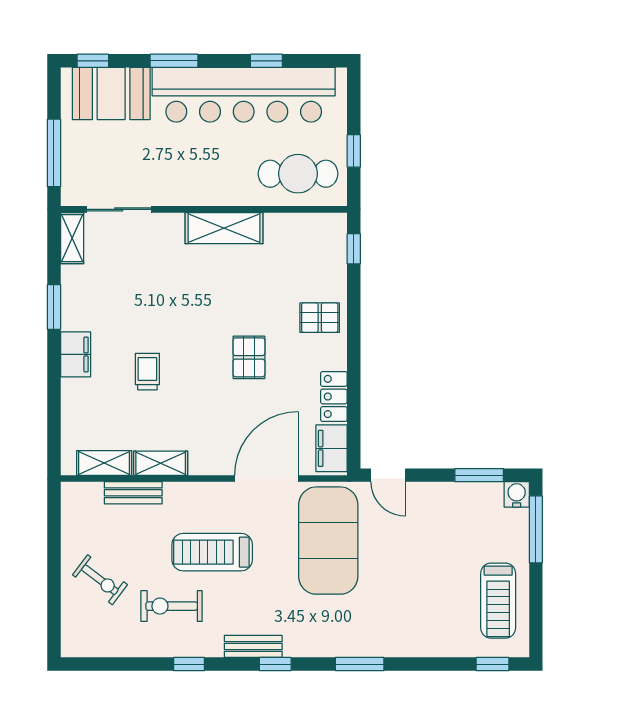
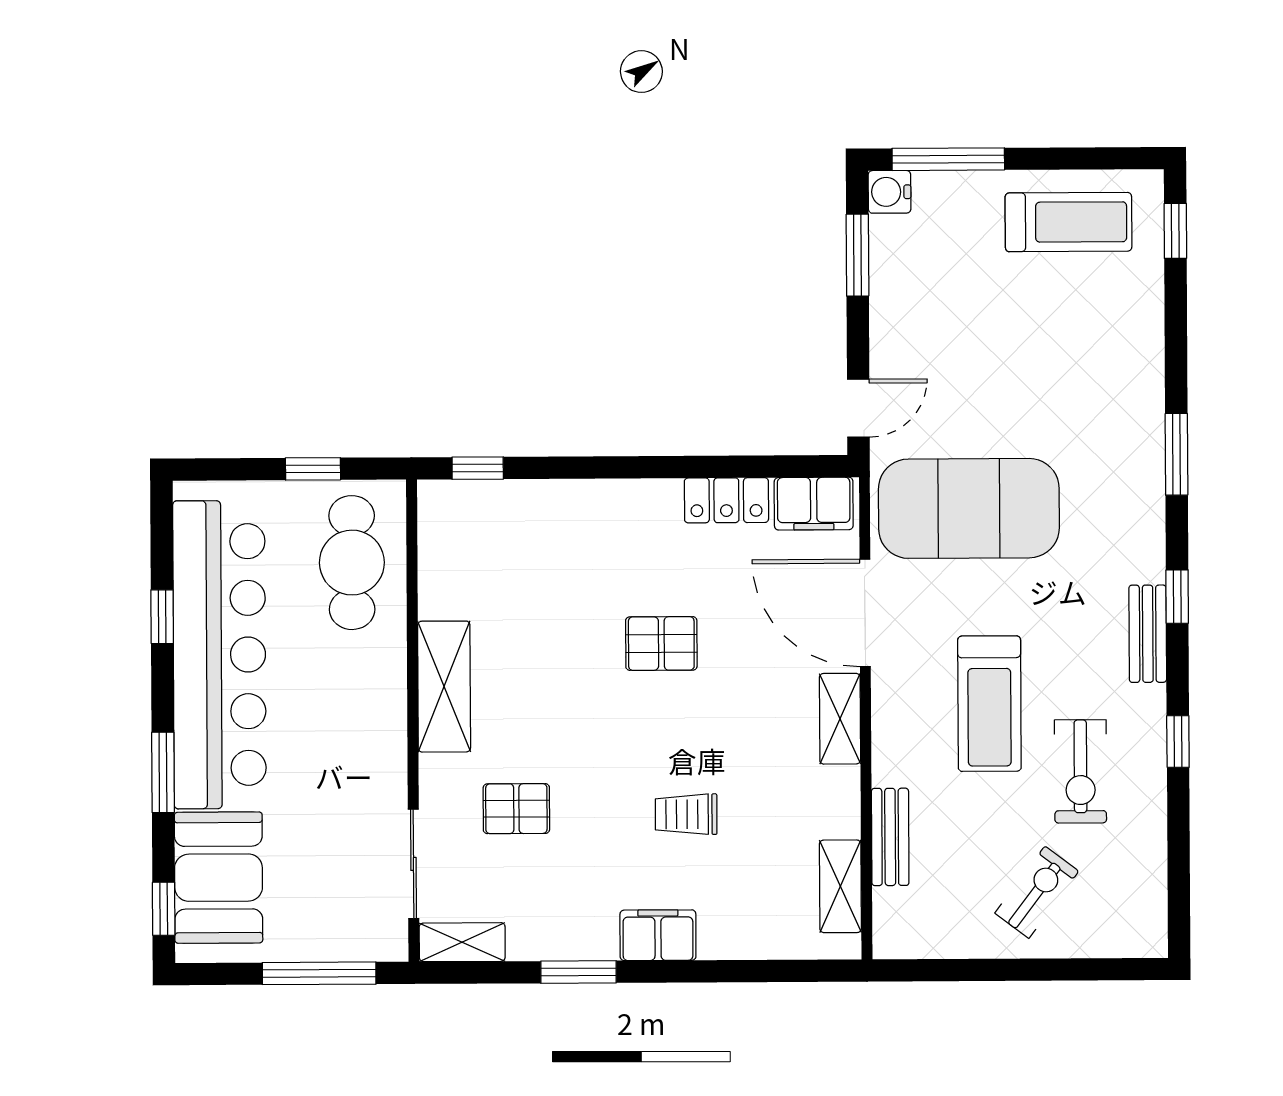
pallet: (320, 318) -> (516, 809), moved, turned 90
shelving: (161, 463) -> (840, 719), moved

